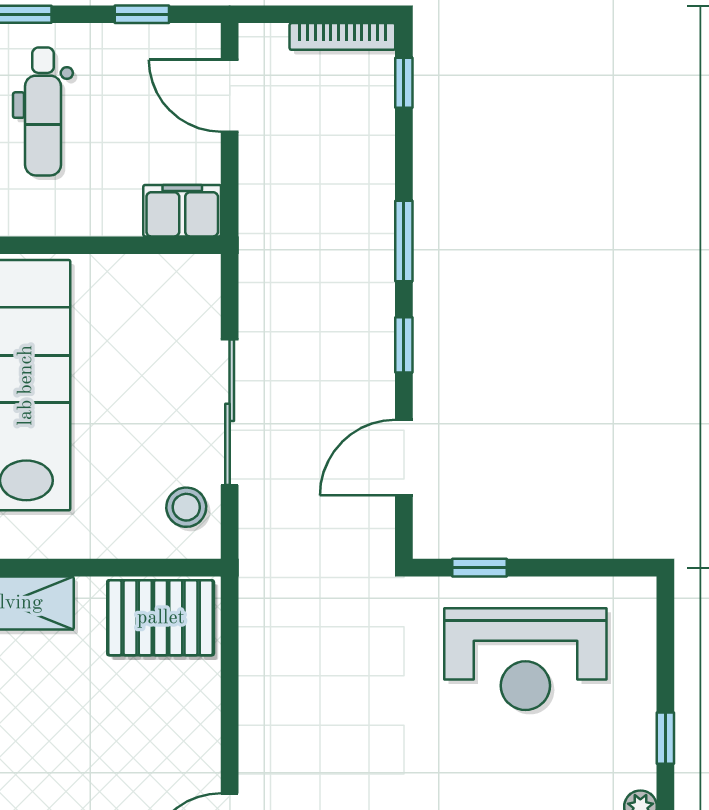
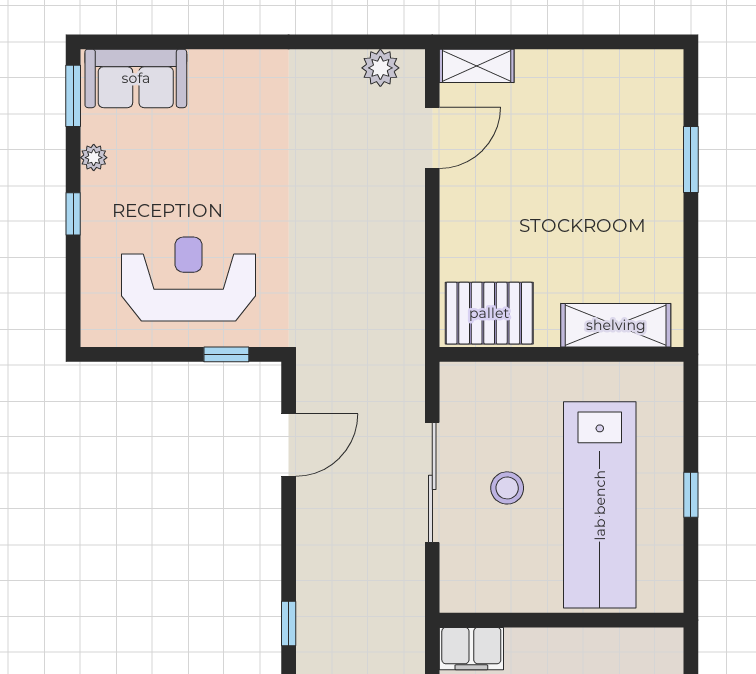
window: (404, 241) -> (289, 624), width x0.67
window: (404, 345) -> (289, 538), removed
stool: (186, 507) -> (507, 488), moved

